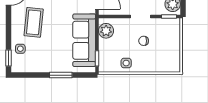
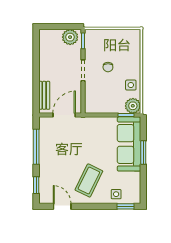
coffee table: (34, 22) -> (89, 180), turned -70
plant: (106, 31) -> (133, 106), moved
sofa: (84, 40) -> (129, 144), moved, turned 90

